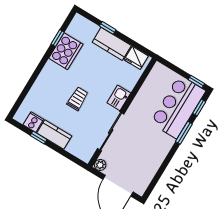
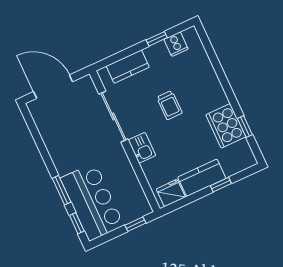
window: (196, 82) -> (135, 224), moved
kitchen counter: (54, 135) -> (128, 67), moved
plant: (100, 165) -> (86, 83), removed

